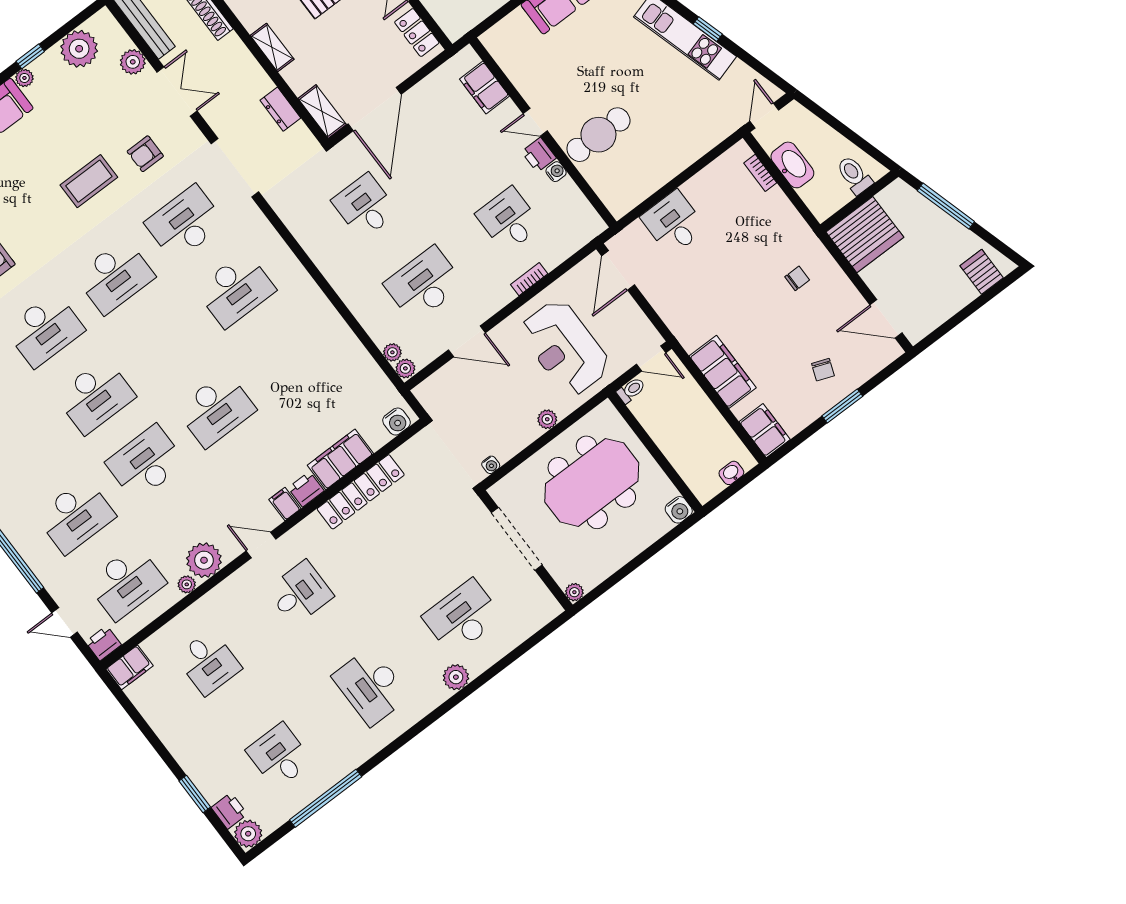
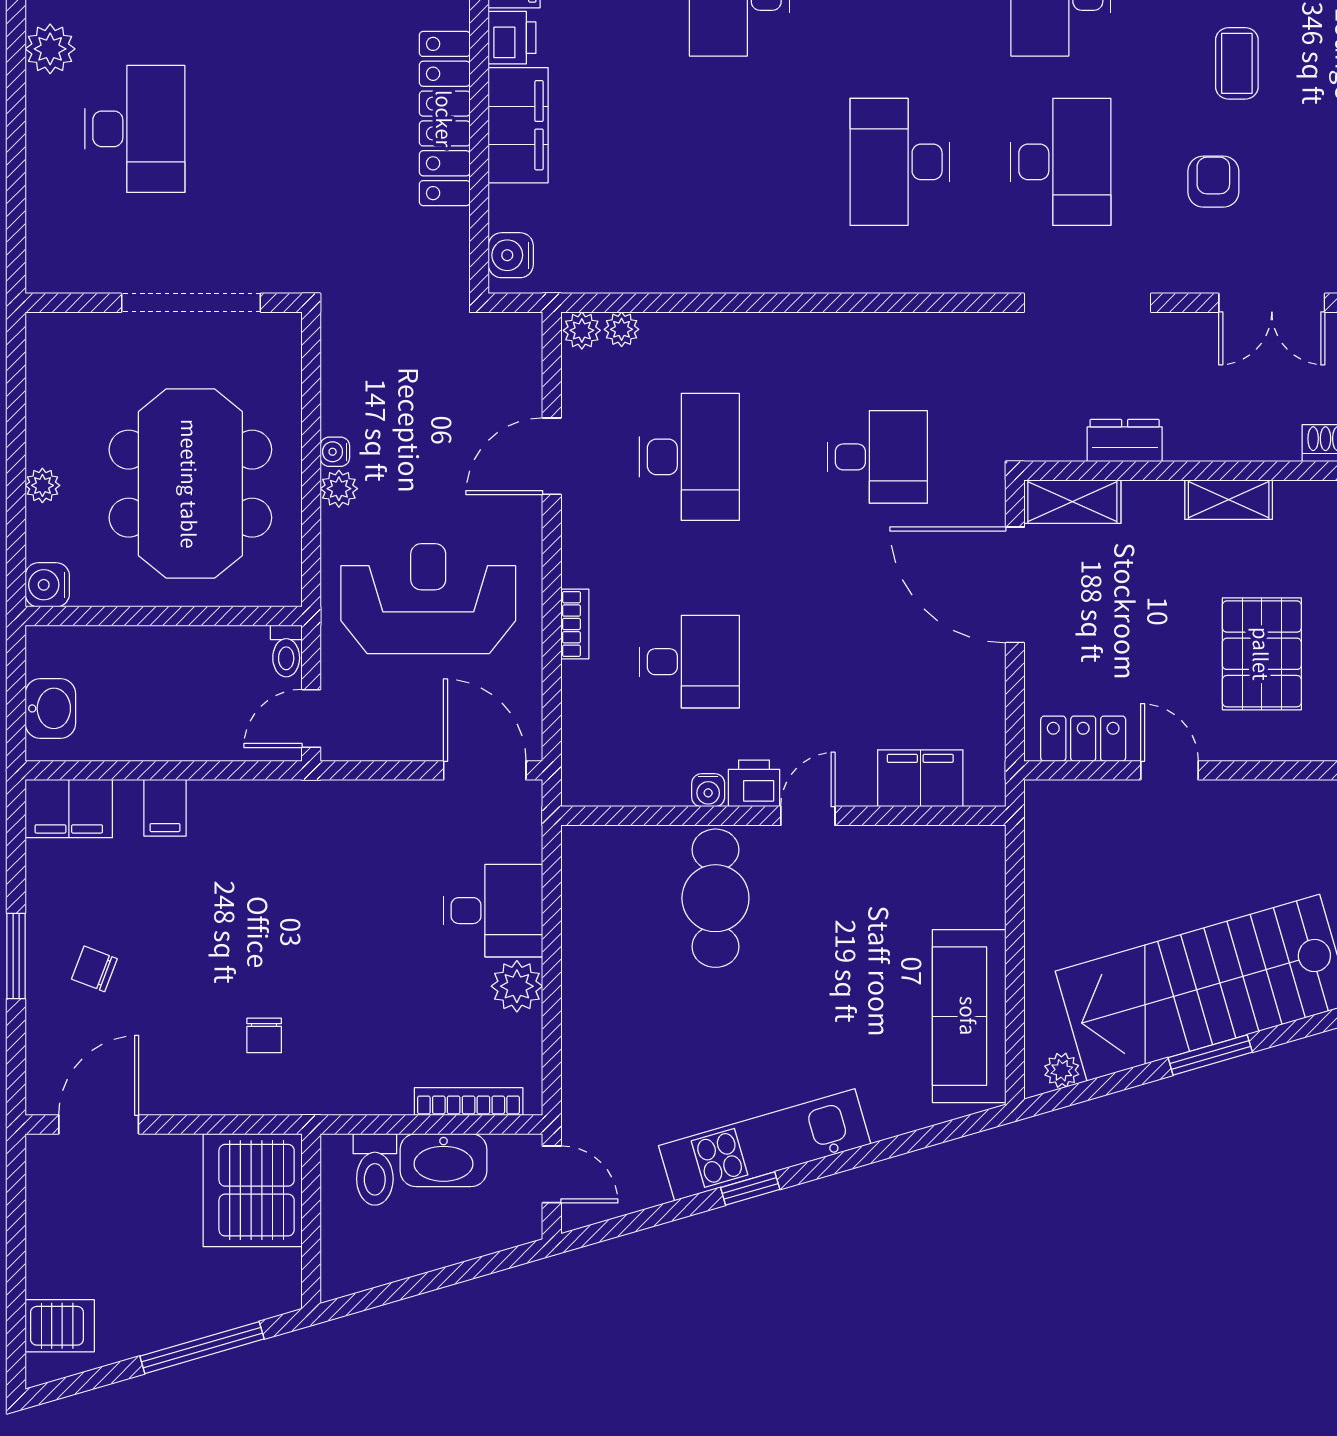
bookcase: (760, 173) -> (469, 1102), width x1.56
toilet: (854, 175) -> (375, 1169), moved, turned 90
coffee table: (89, 181) -> (1237, 63), width x0.73, depth x0.77
plant: (697, 189) -> (517, 986), added
filing cabinet: (723, 372) -> (165, 808), width x0.33, depth x0.86
water cooler: (491, 465) -> (335, 452), moved
washbasin: (731, 473) -> (50, 708), width x1.38, depth x1.45
plant: (574, 592) -> (42, 485), moved

